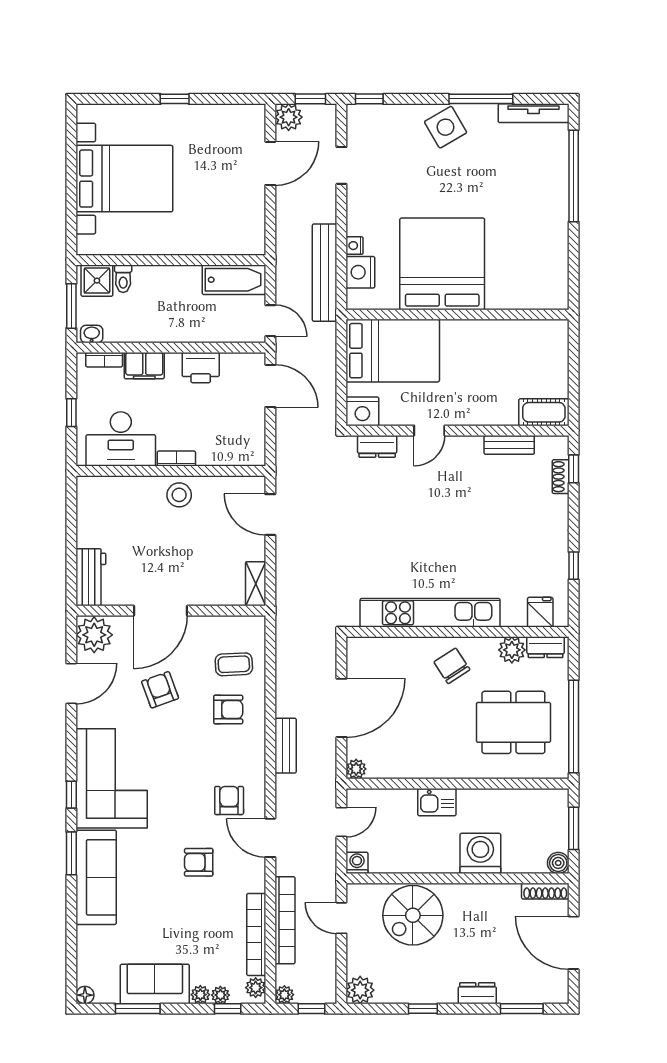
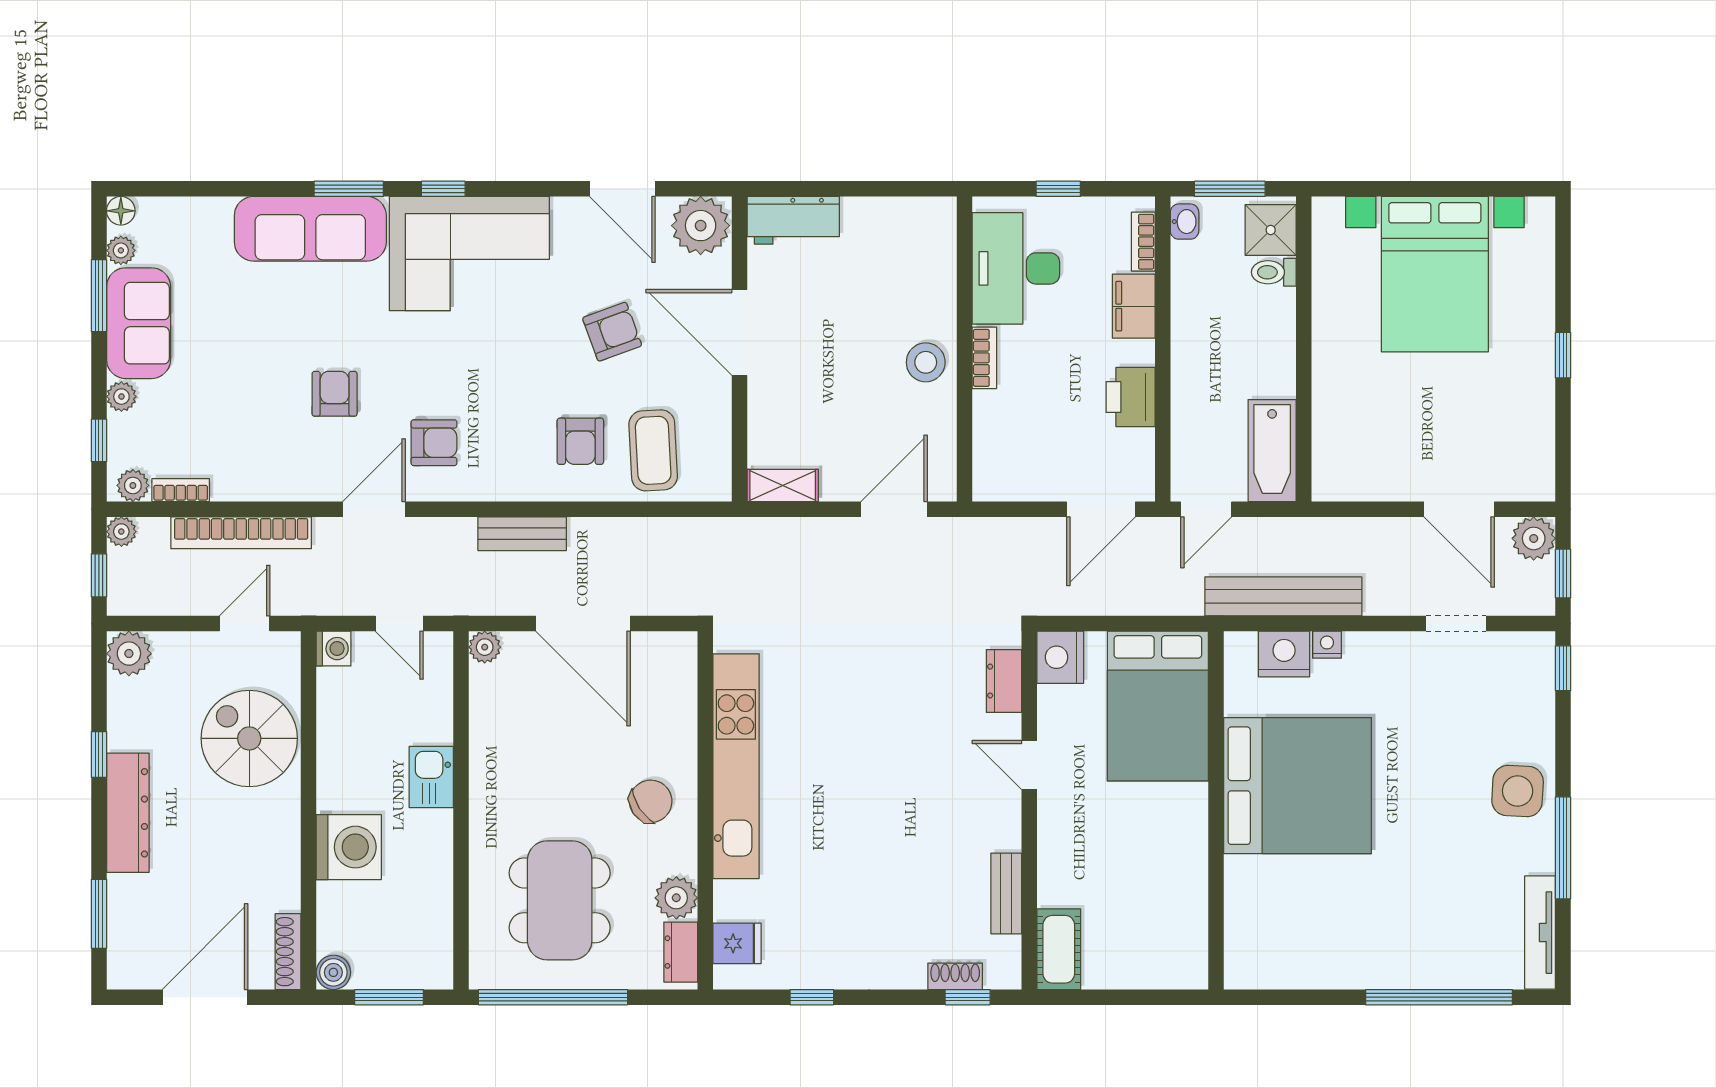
side table: (446, 127) -> (1518, 791), turned 33
coffee table: (234, 664) -> (653, 450), width x1.36, depth x1.30
bookcase: (256, 934) -> (181, 490), width x0.43, depth x0.76
dresser: (477, 993) -> (128, 813), width x1.96, depth x1.24
plant: (220, 995) -> (121, 250), moved

